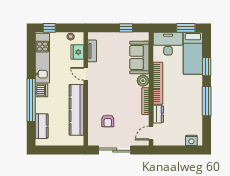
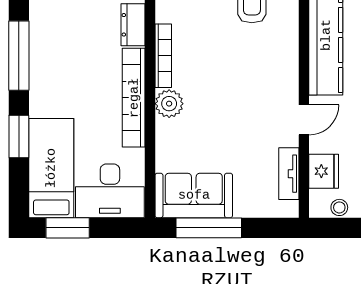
window: (126, 28) -> (209, 228), width x2.17
sofa: (139, 57) -> (194, 195), moved, turned -90
door: (86, 74) -> (304, 120), hinge flipped

